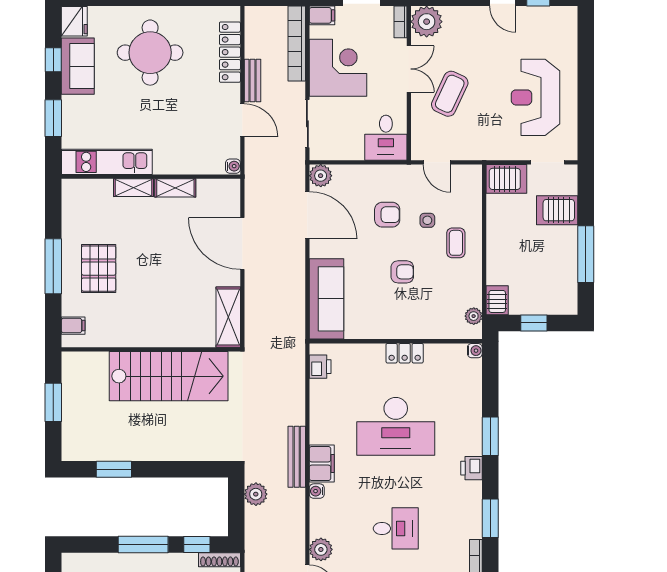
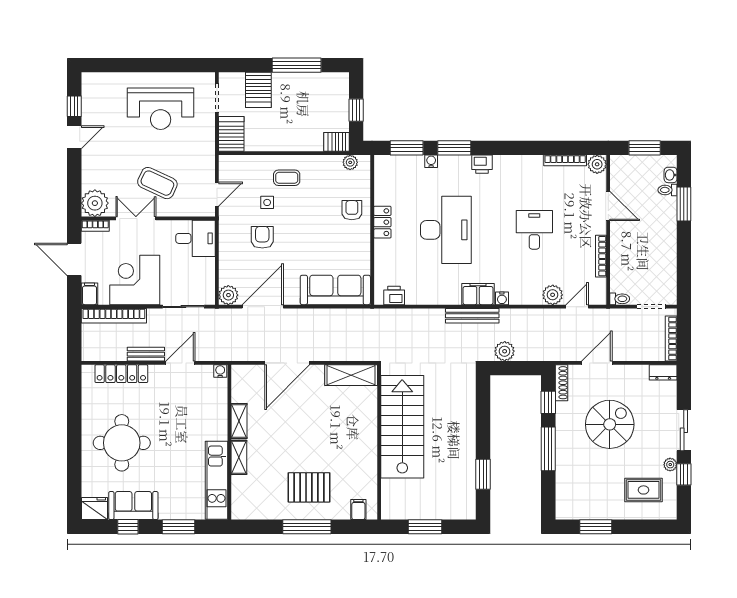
armchair: (402, 272) -> (352, 210), moved
water cooler: (475, 351) -> (431, 161), moved
window: (490, 518) -> (407, 148), moved

